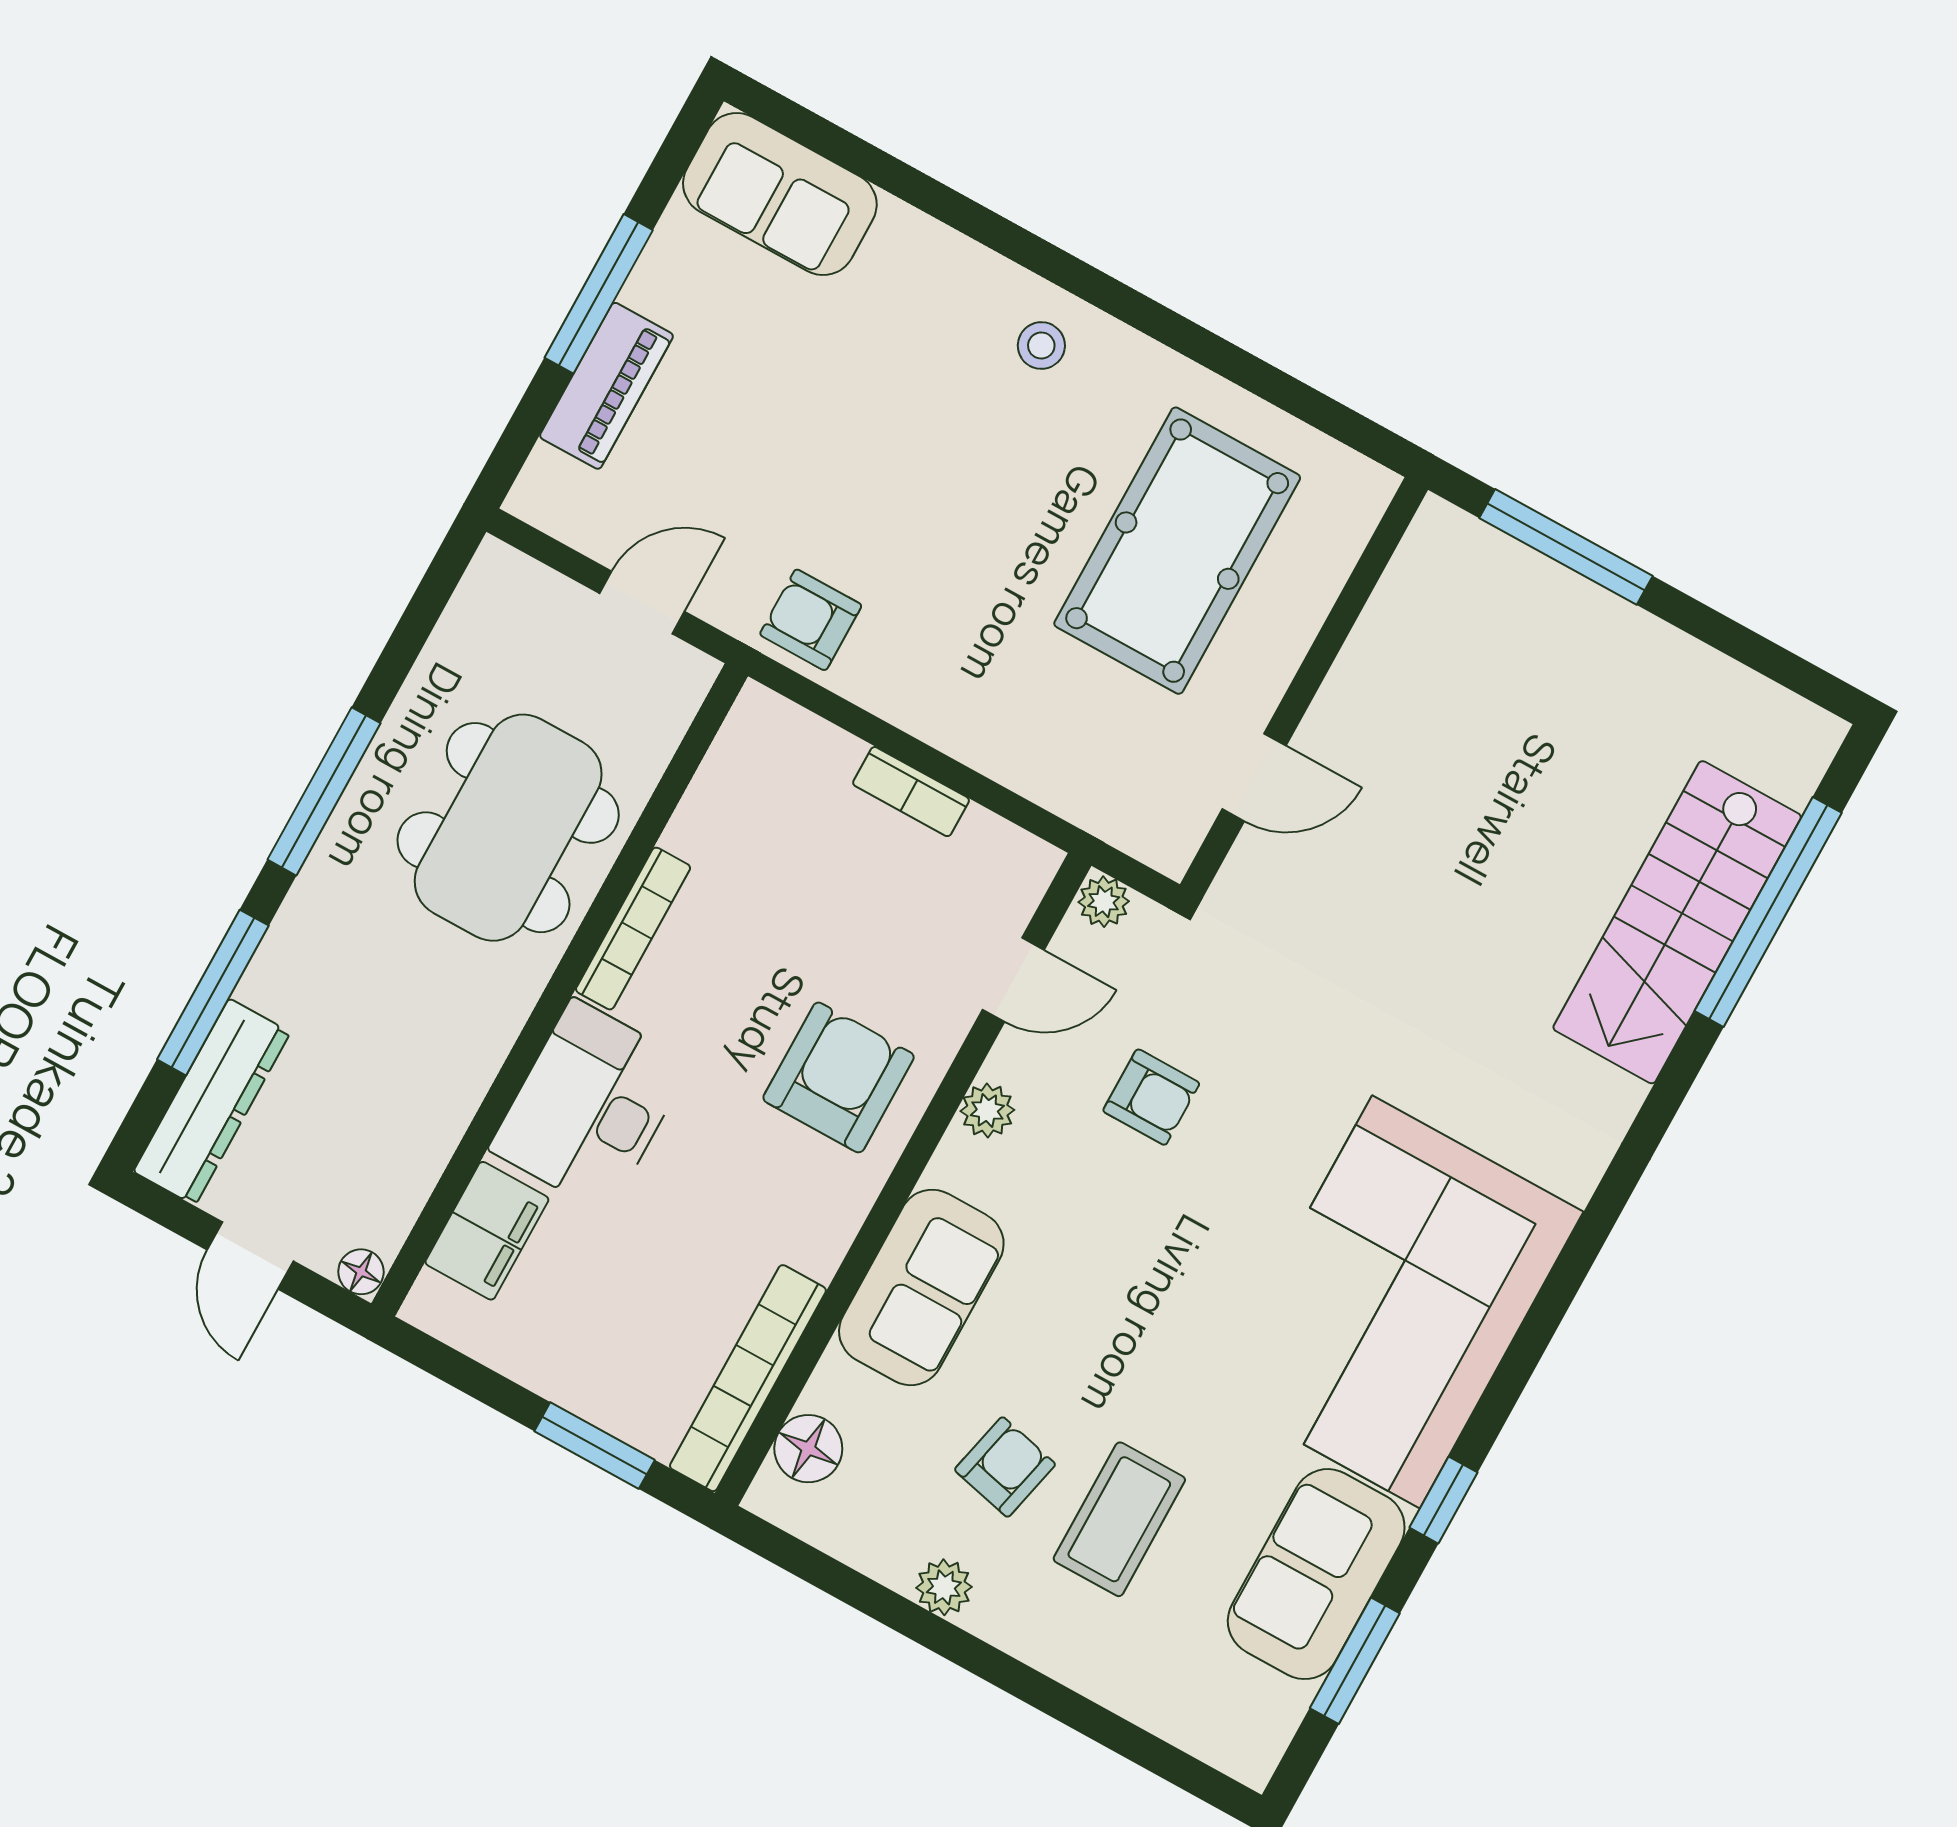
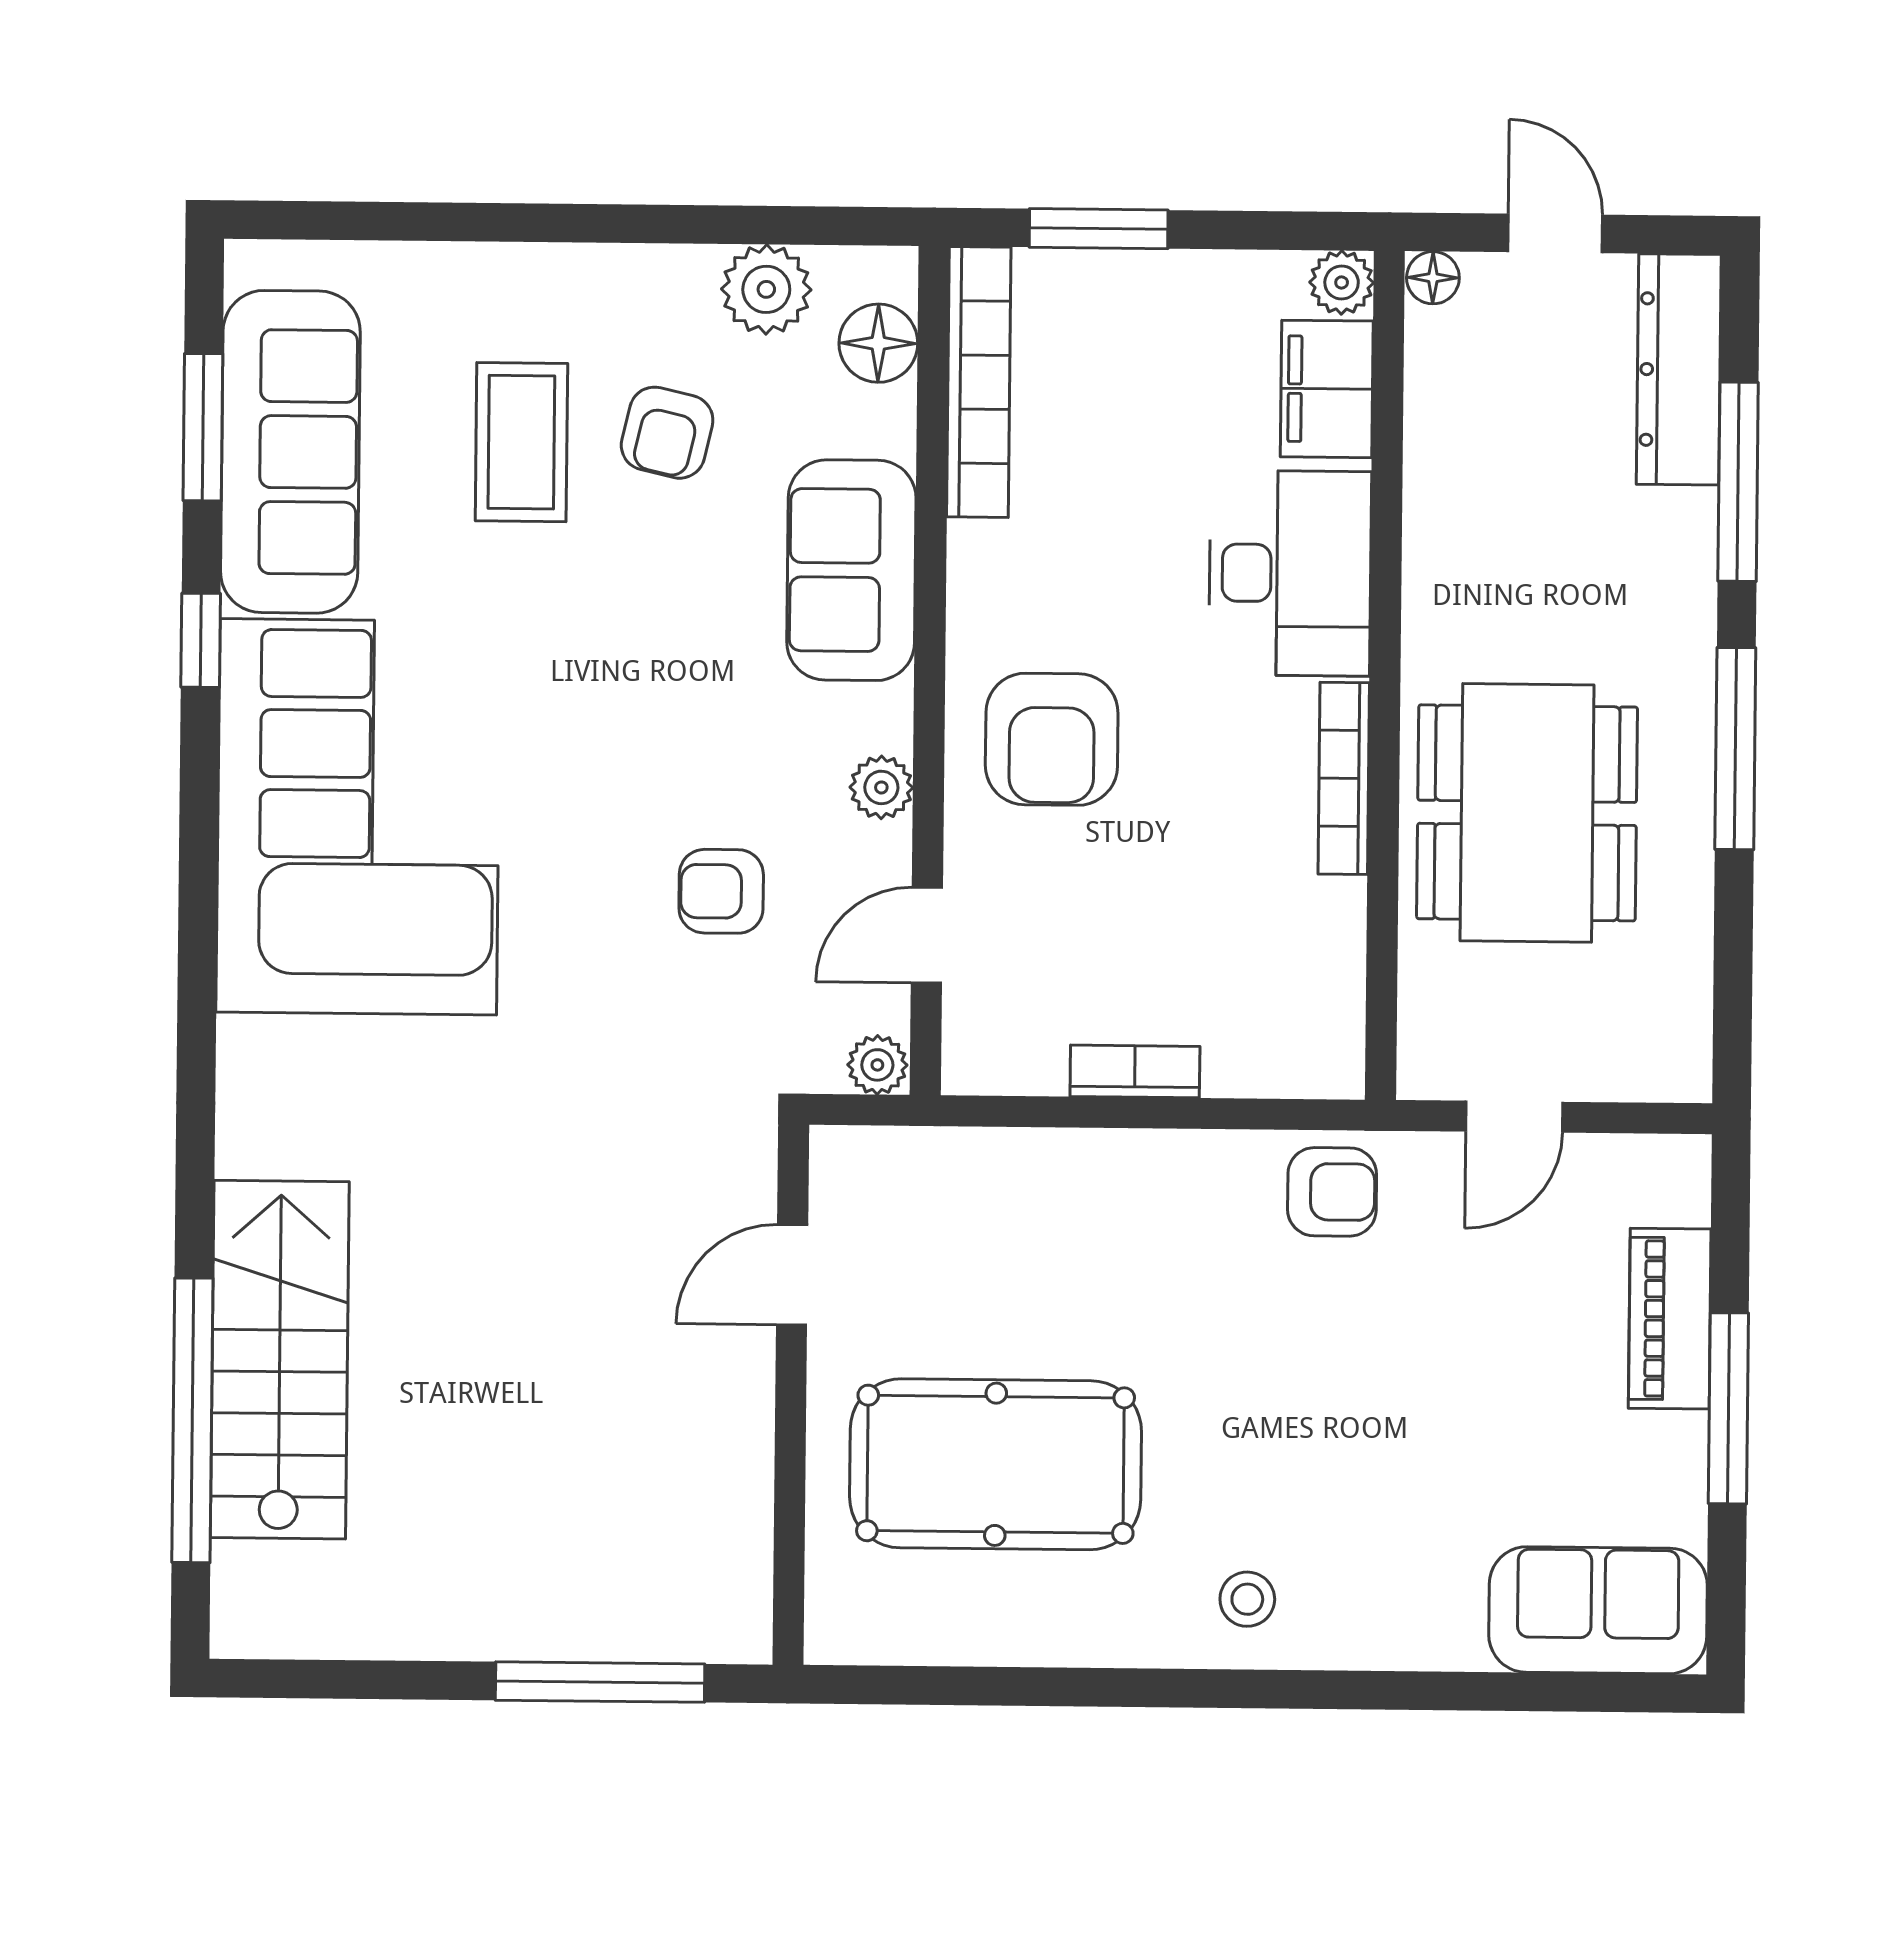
pool table: (1177, 551) -> (996, 1464), turned 90
plant: (432, 1305) -> (1342, 282), added
sofa: (1316, 1574) -> (290, 452), width x1.36
plant: (944, 1587) -> (766, 289), moved, width x1.38, depth x1.38

